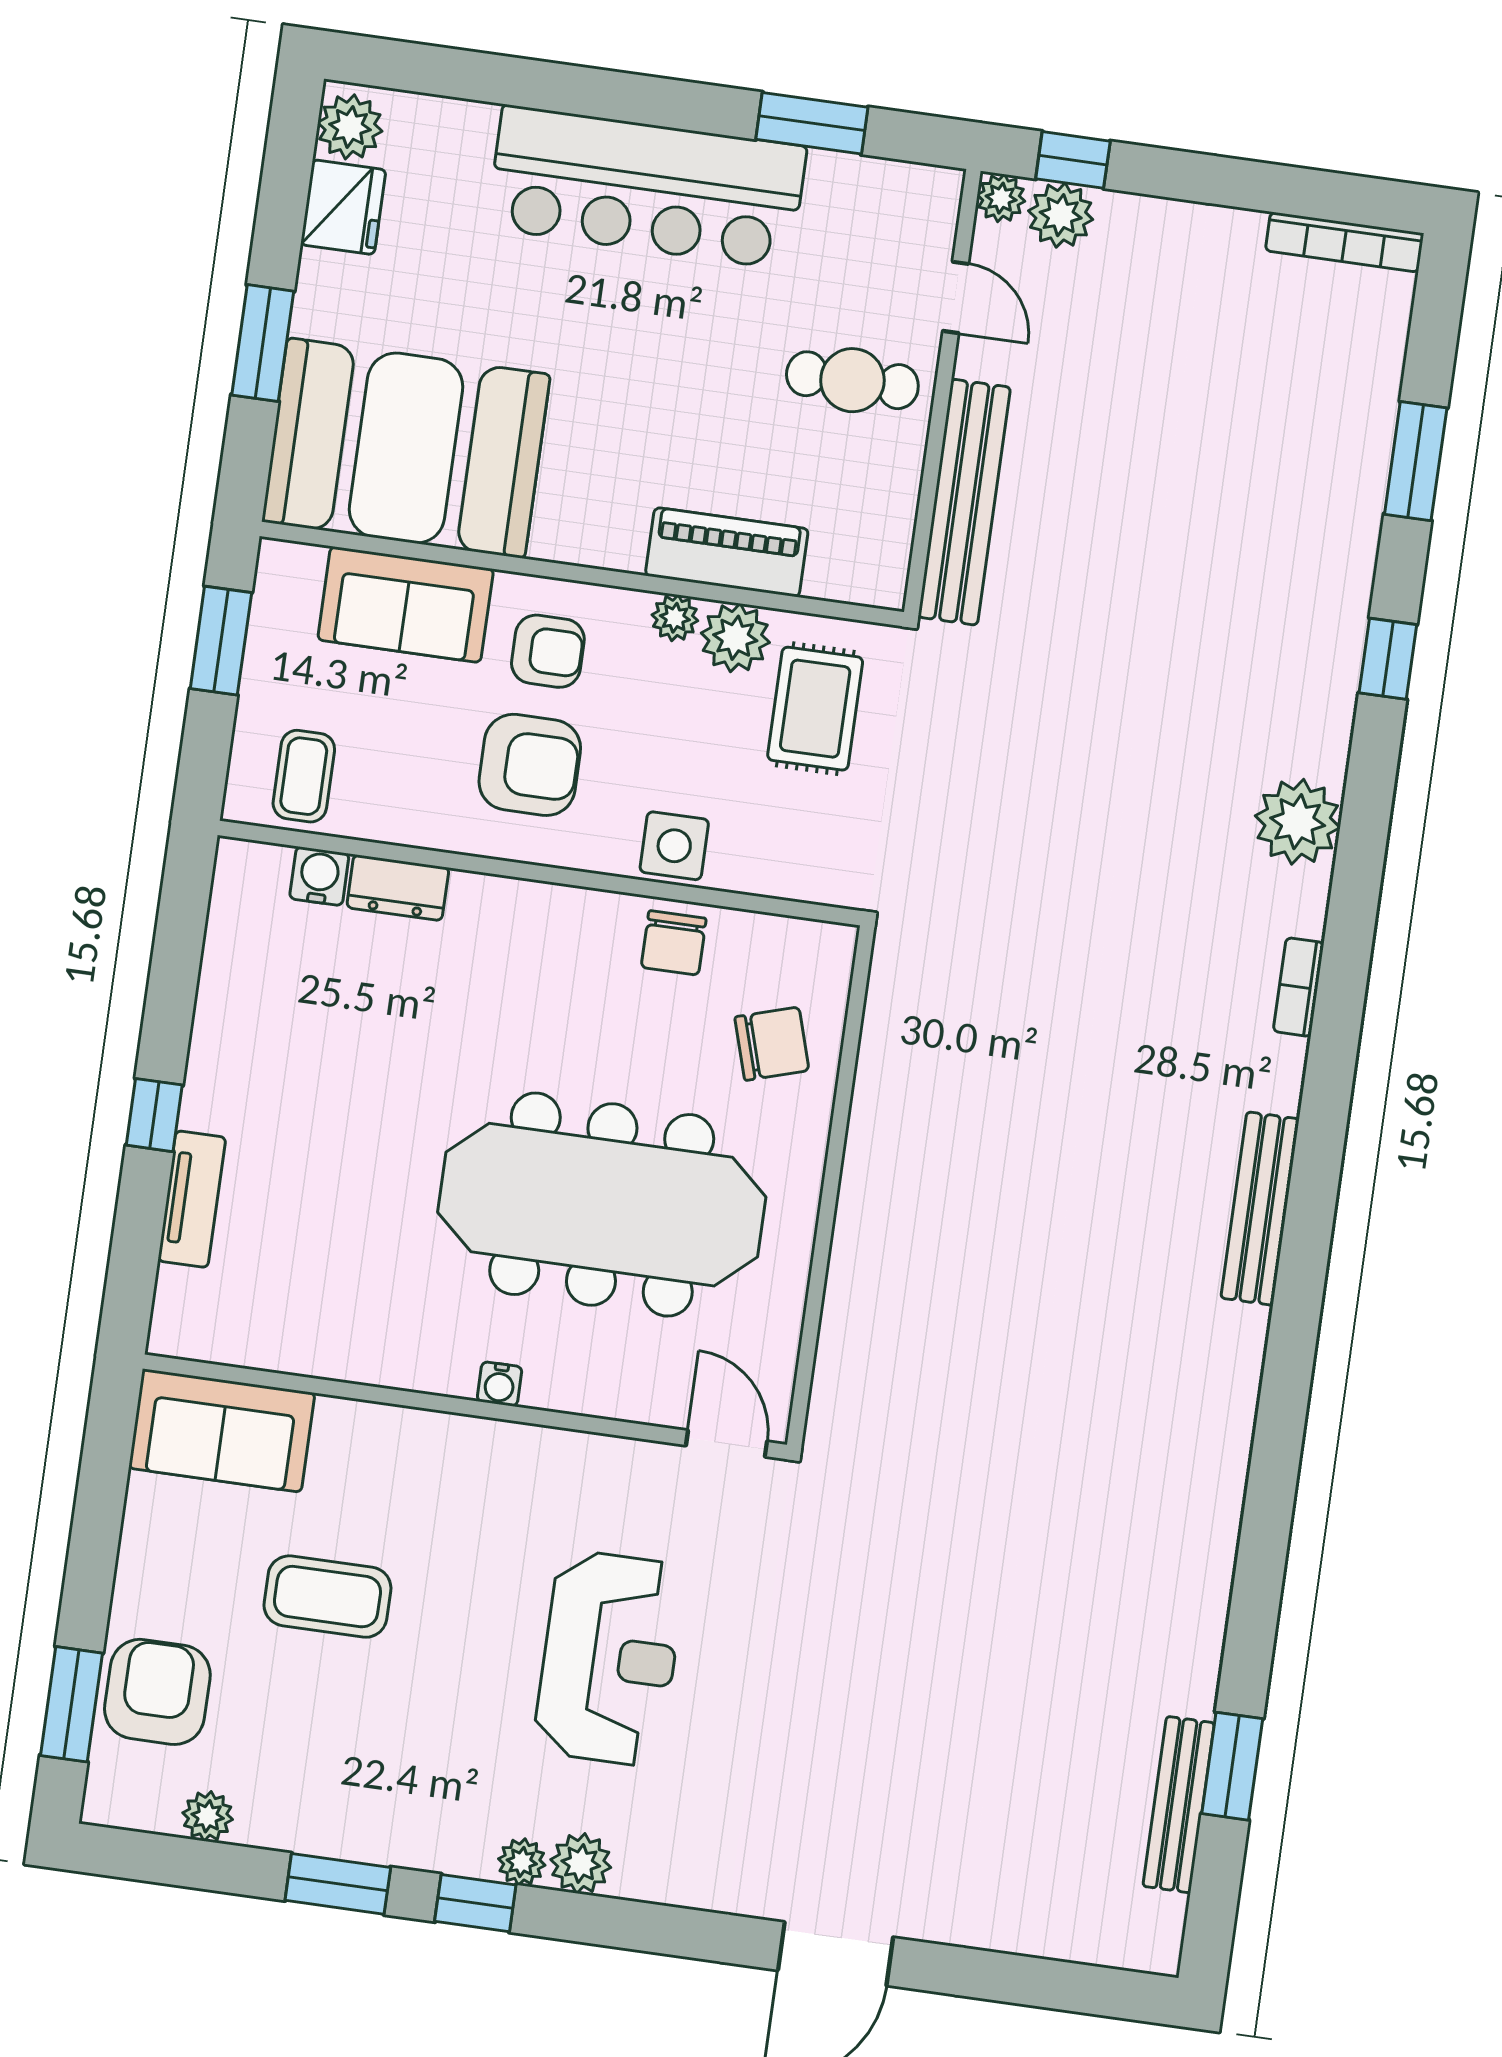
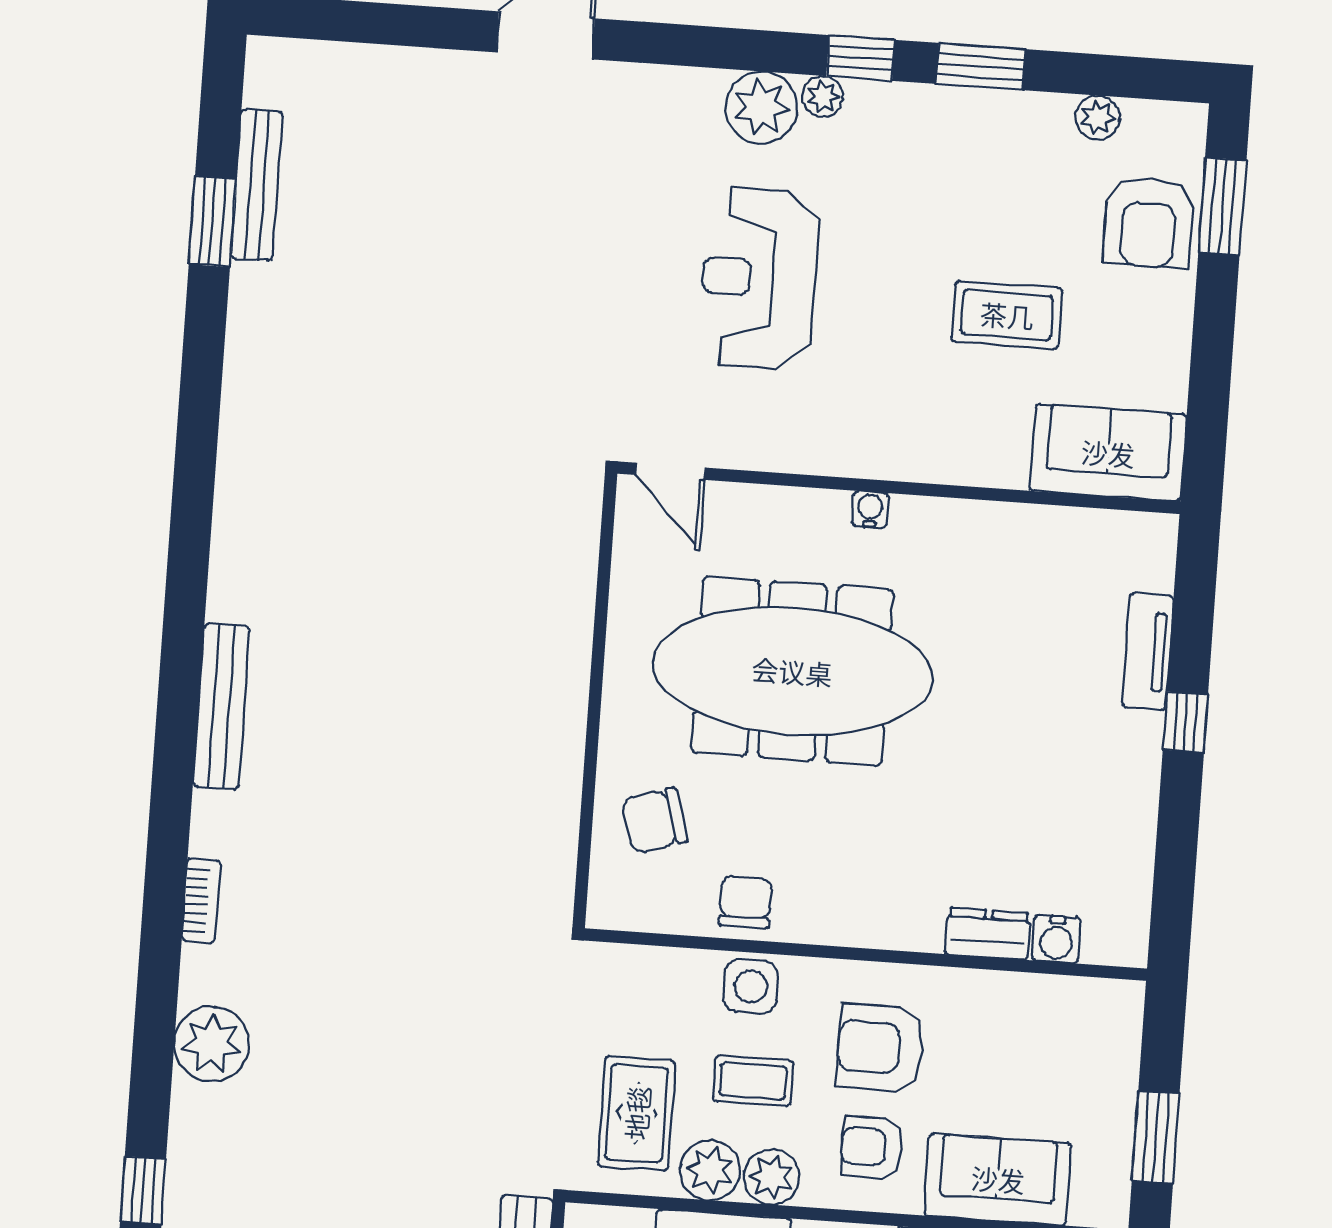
plant: (675, 618) -> (772, 1177), width x1.38, depth x1.38
coffee table: (304, 776) -> (753, 1081), moved, turned 90
plant: (581, 1863) -> (761, 107), width x1.36, depth x1.36

